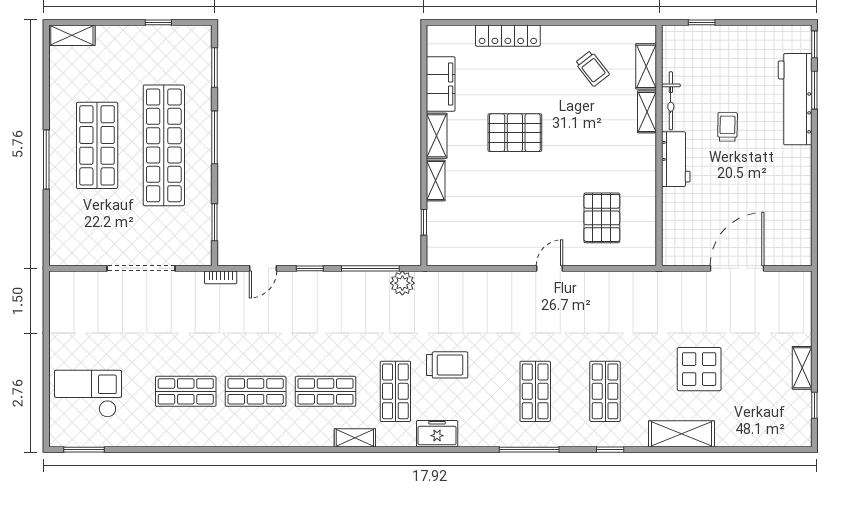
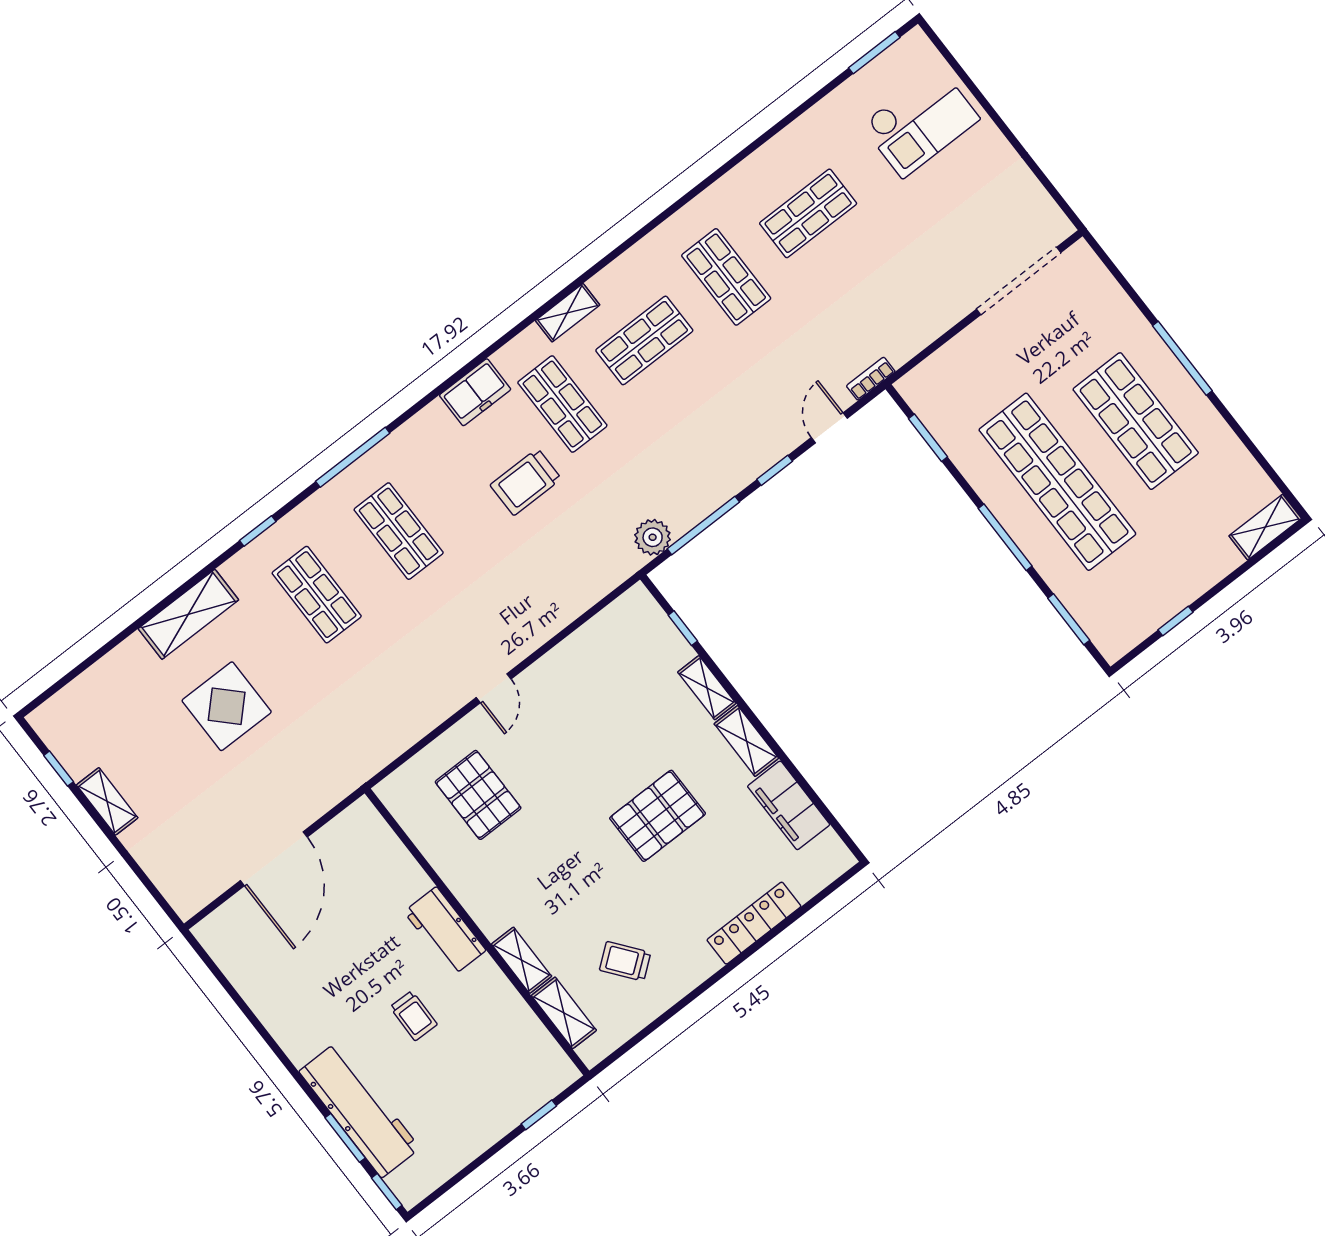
bicycle: (671, 101) -> (504, 995), removed
doorway: (141, 268) -> (1019, 281), moved
shop shelf: (256, 391) -> (726, 277), turned 90

